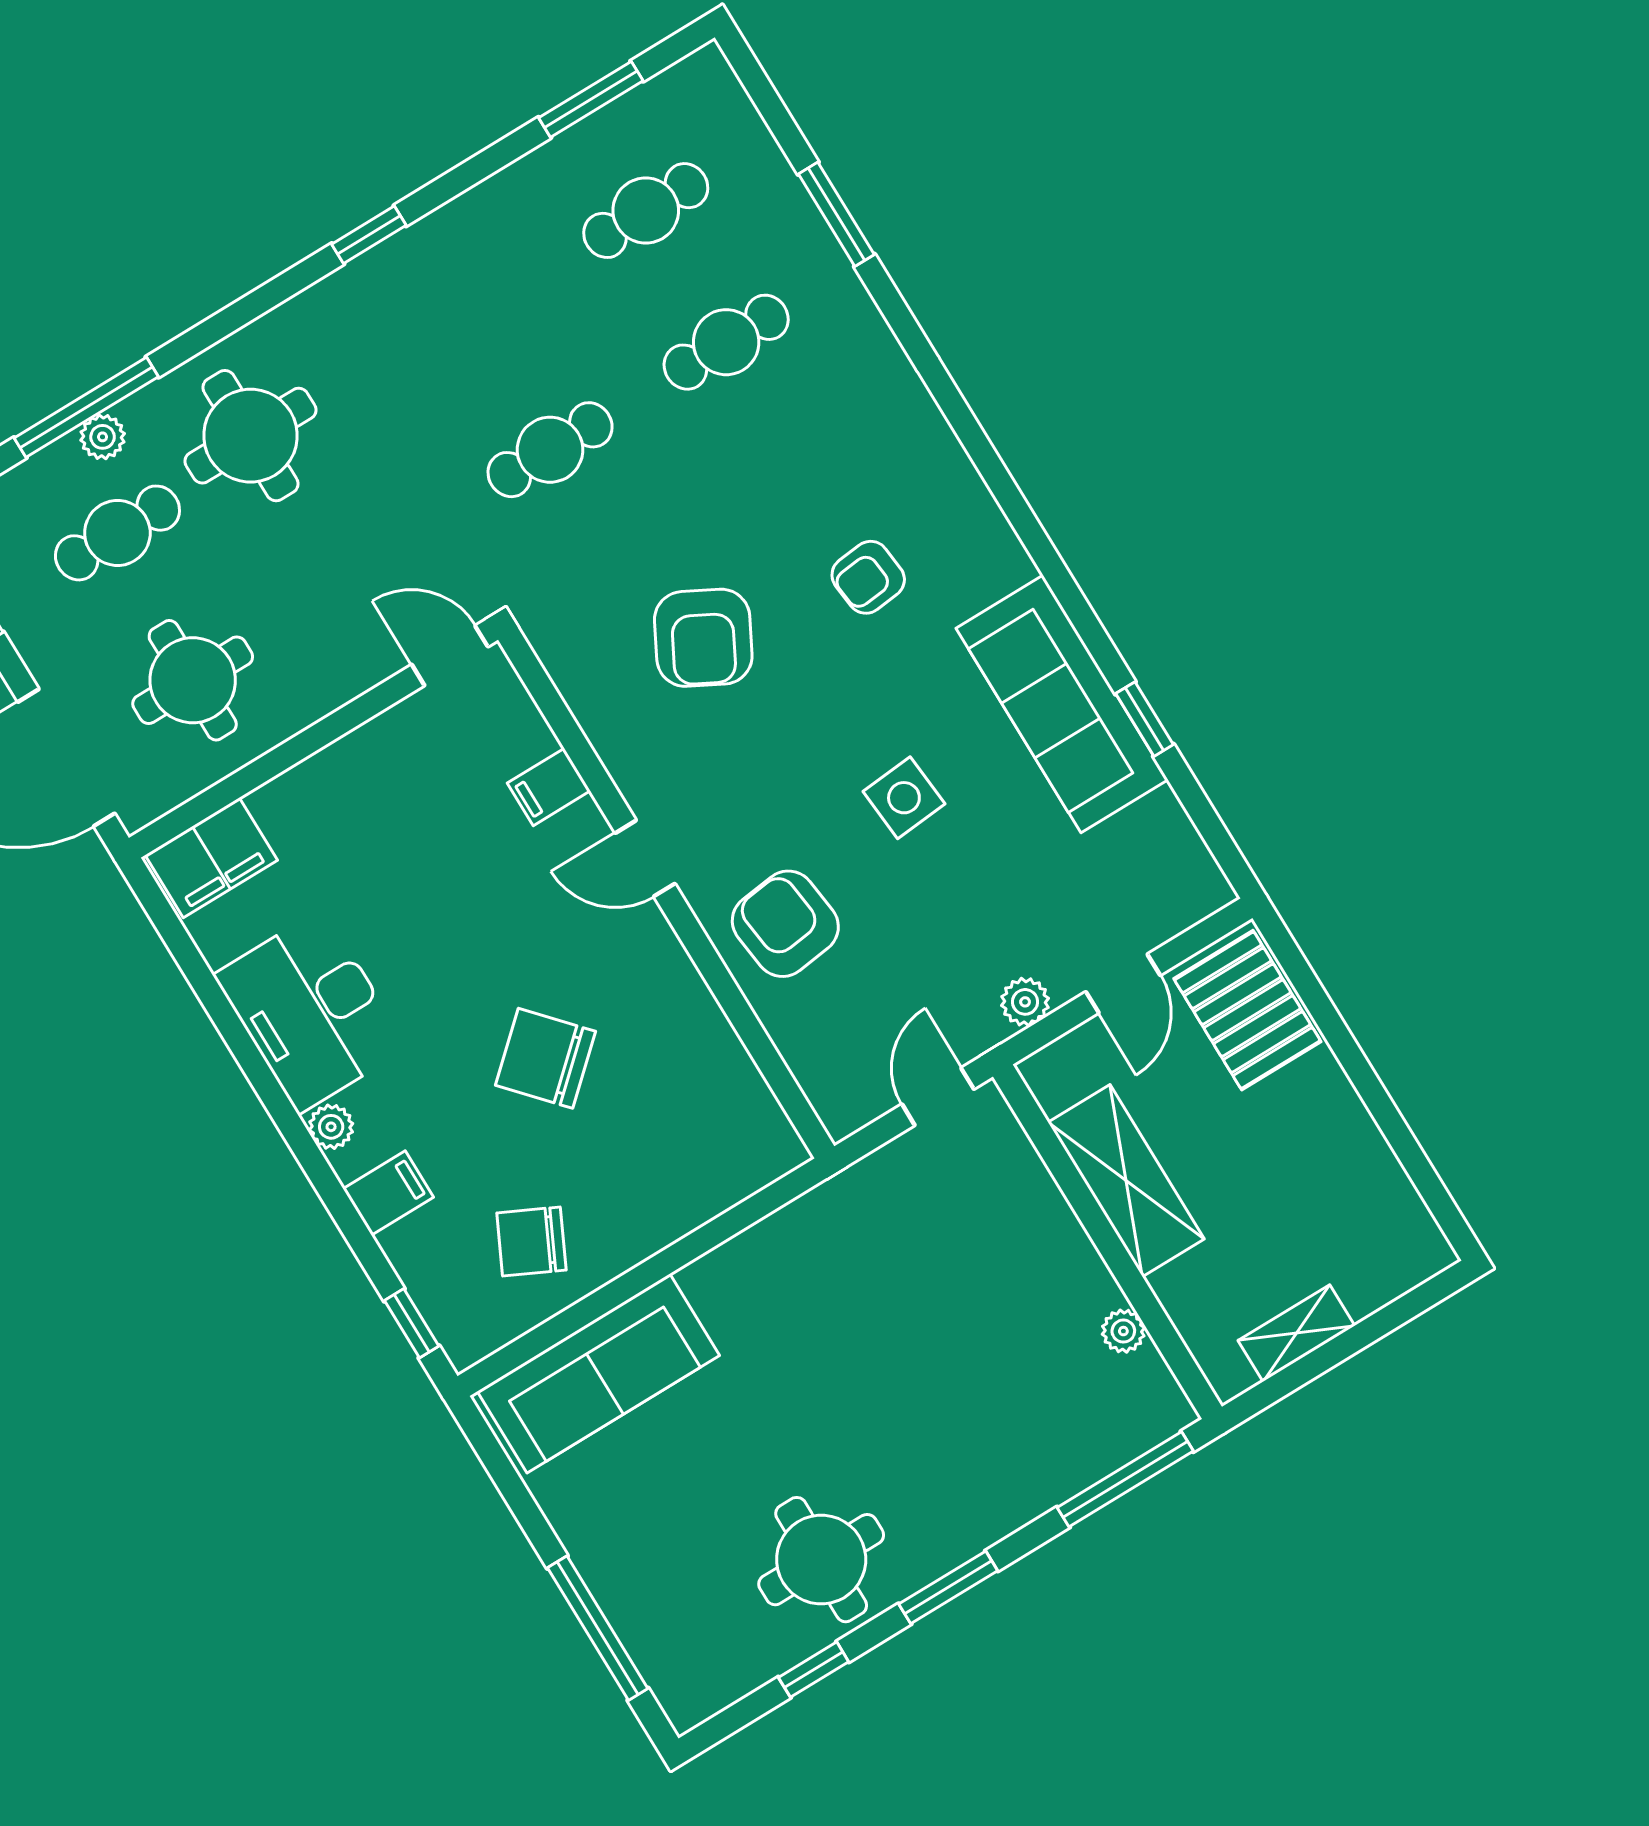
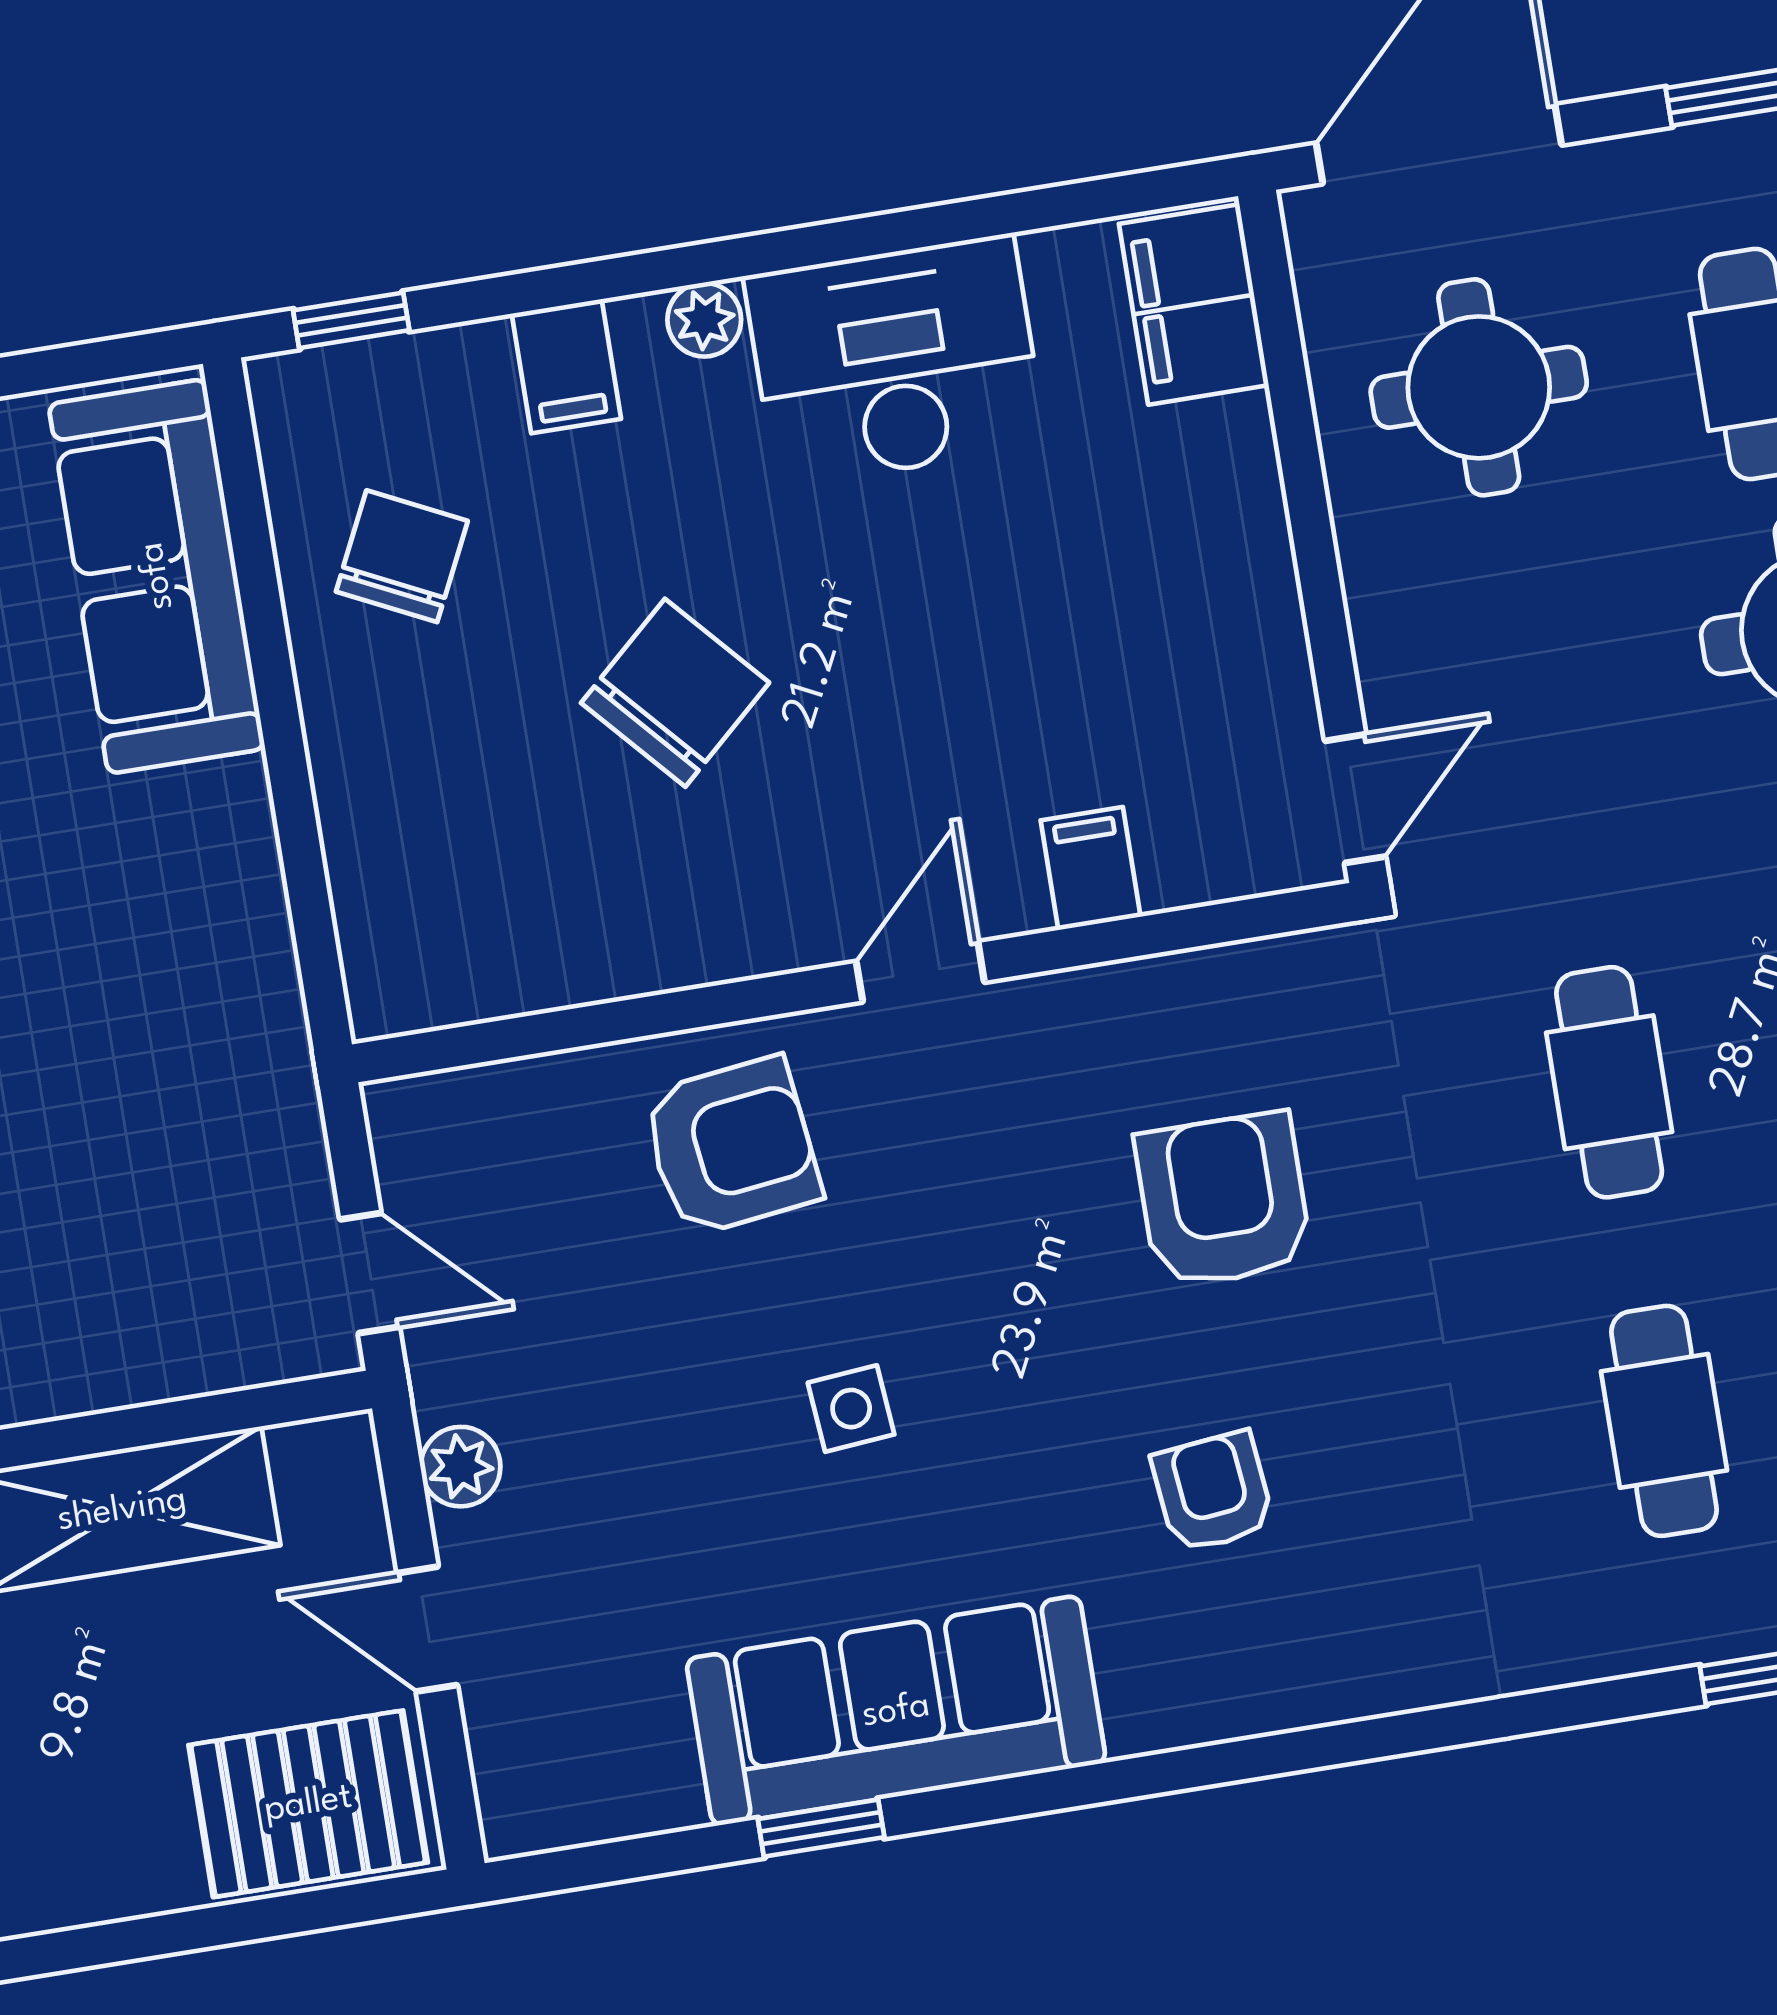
armchair: (703, 638) -> (1223, 1200), turned 62
side table: (904, 798) -> (851, 1409), width x0.73, depth x0.73

